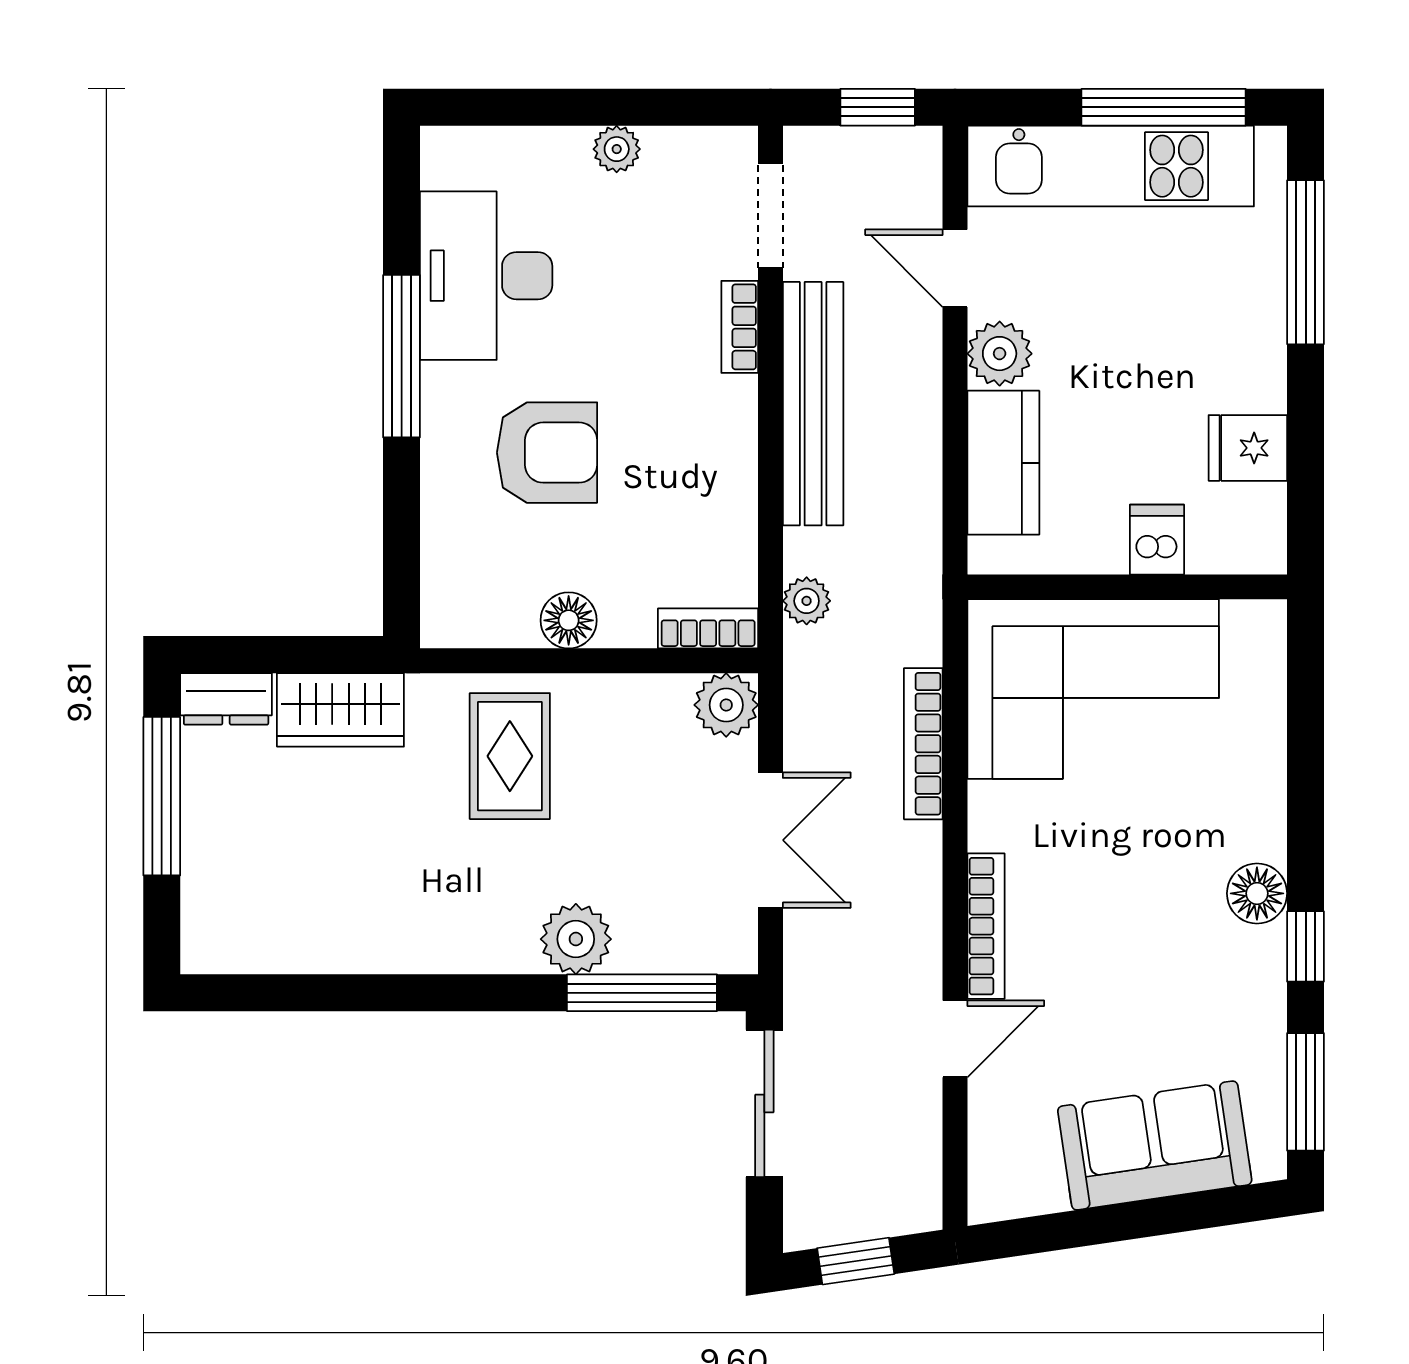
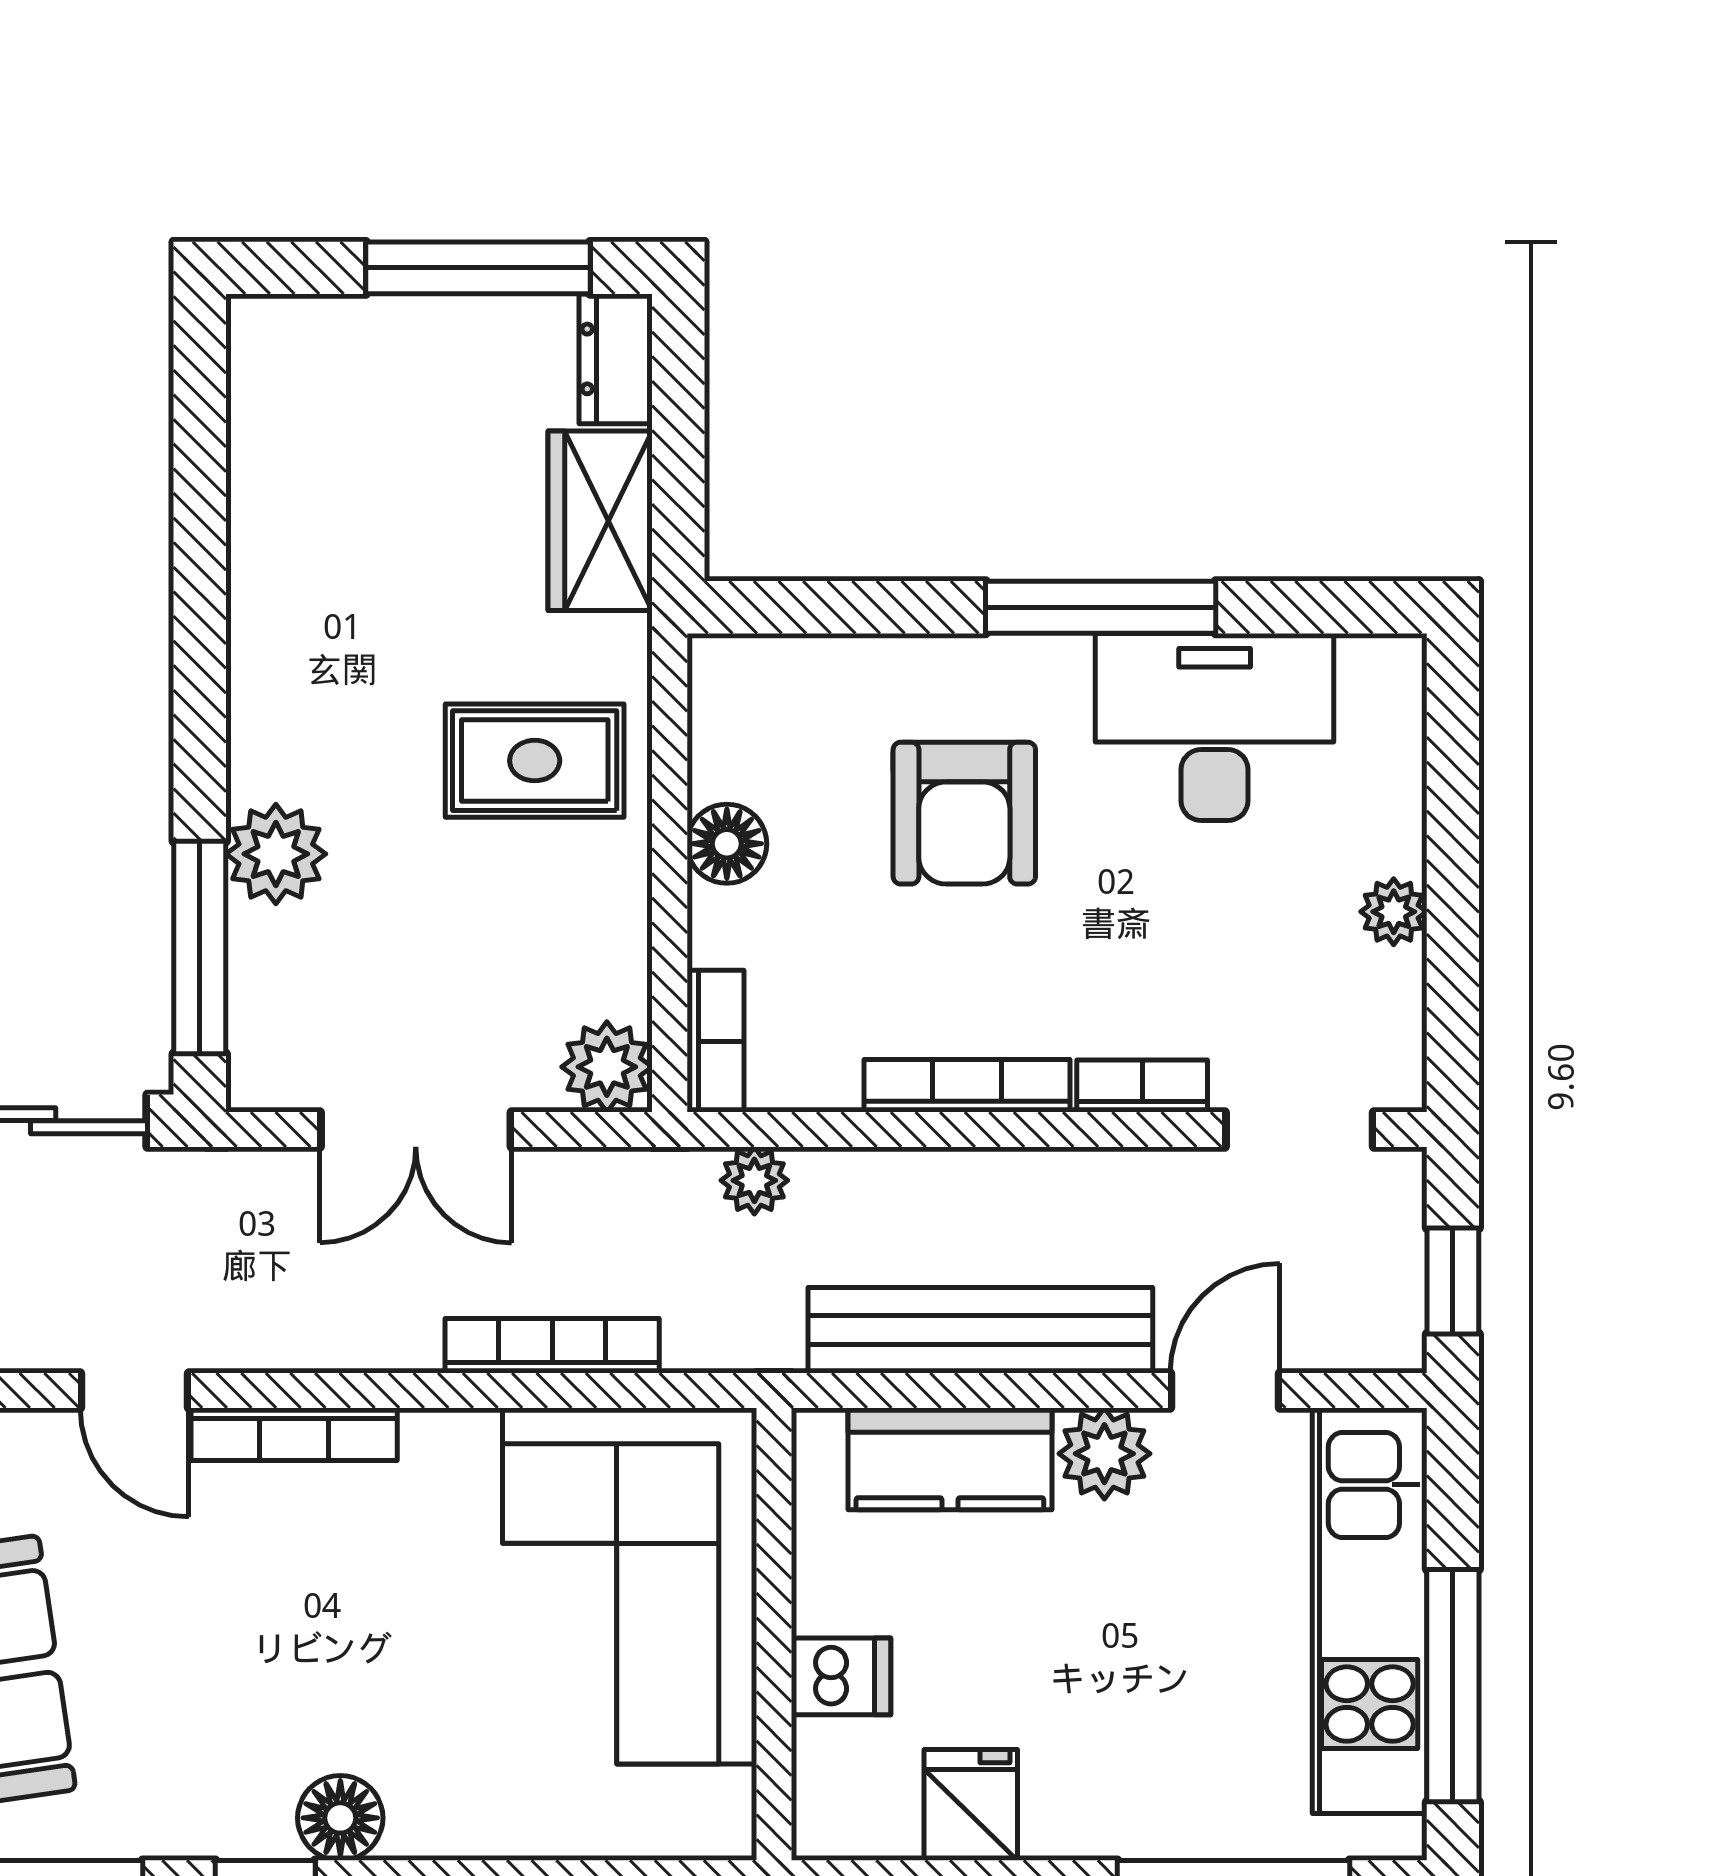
bench: (813, 404) -> (980, 1330), moved
bookcase: (740, 451) -> (967, 1086), added

